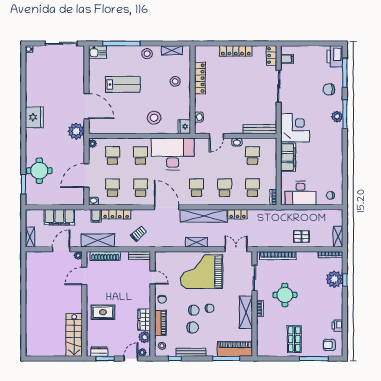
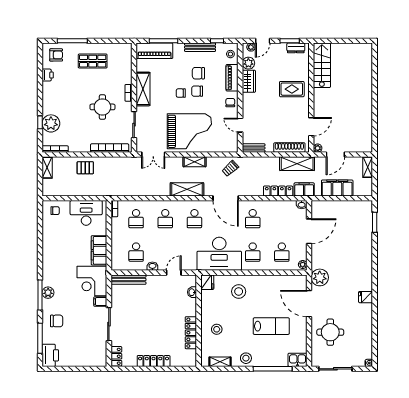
filing cabinet: (287, 59) -> (100, 302), moved
lab bench: (123, 84) -> (271, 326), turned 180
fridge: (34, 117) -> (366, 297), width x0.53, depth x0.75
round table: (39, 171) -> (330, 332), moved
school desk: (113, 188) -> (282, 219), removed
locker: (237, 214) -> (152, 191), removed
filing cabinet: (96, 216) -> (304, 189), width x2.00
shelving: (204, 216) -> (187, 189), width x0.68
trolley: (139, 234) -> (230, 169), moved
shop shelf: (294, 339) -> (93, 61), turned 90

